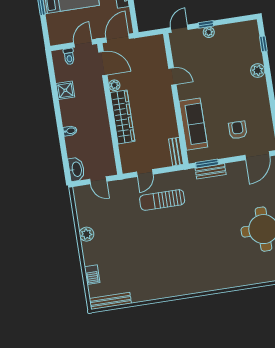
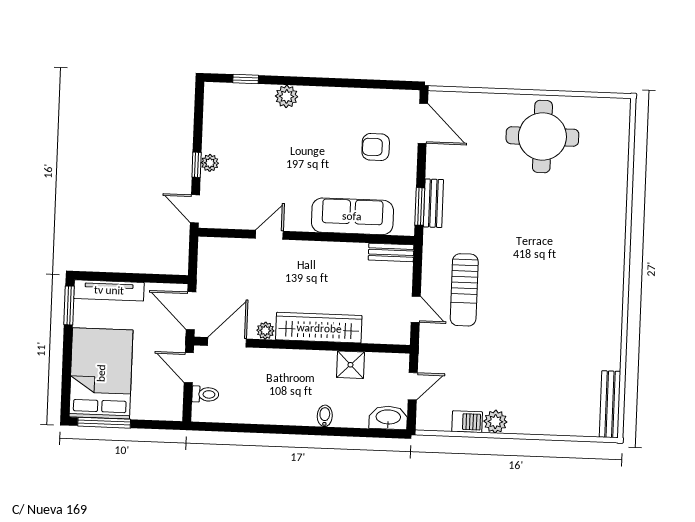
shower: (65, 90) -> (350, 365), moved
barbecue: (92, 275) -> (467, 422), moved

